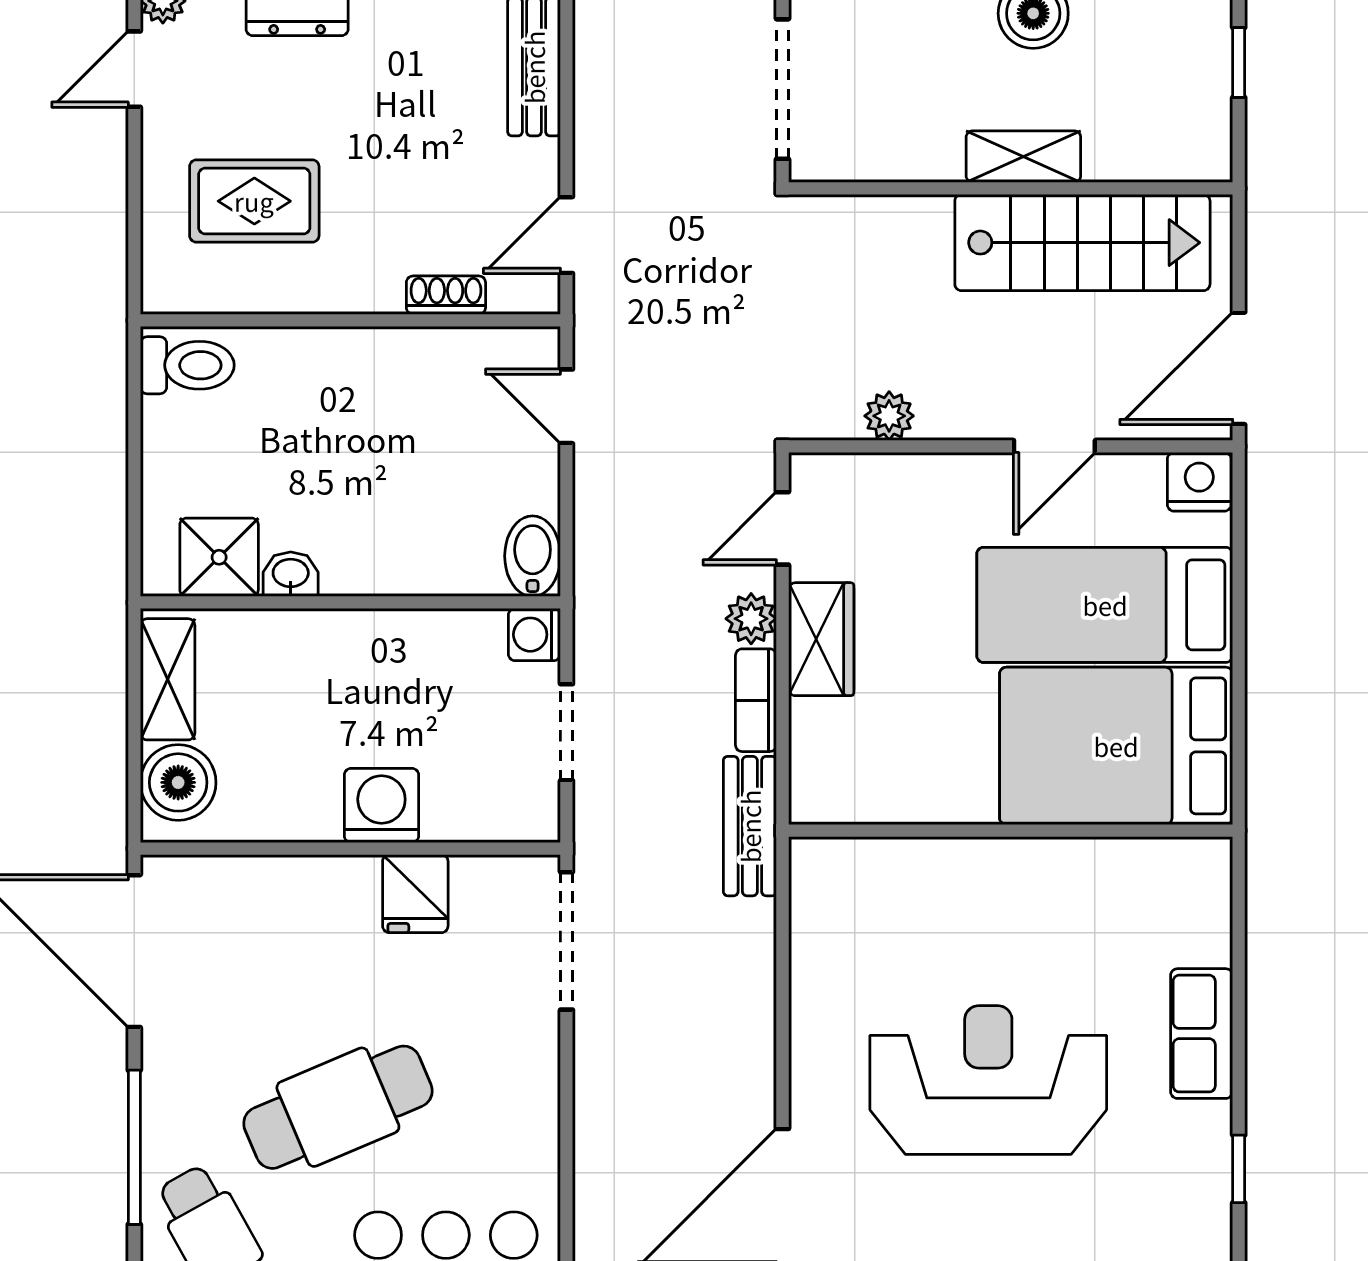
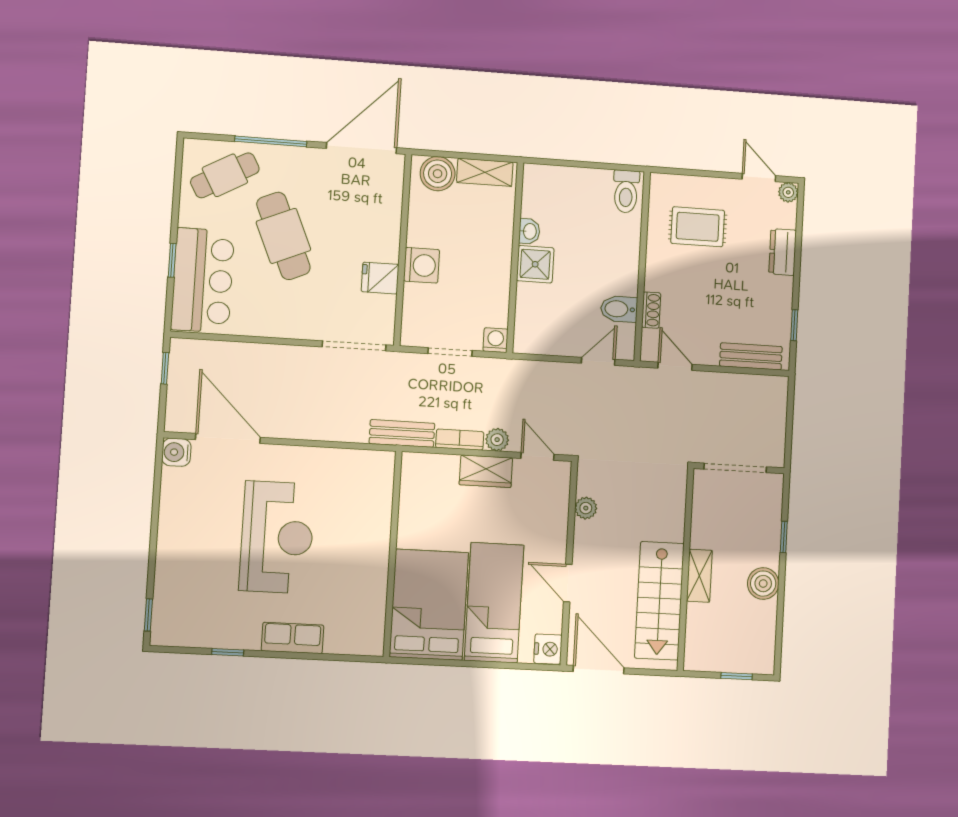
rug: (254, 201) -> (698, 227), turned 90
bidet: (533, 556) -> (619, 309), moved, turned 180
shower: (219, 557) -> (535, 264), moved

